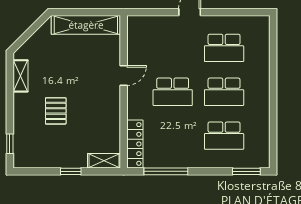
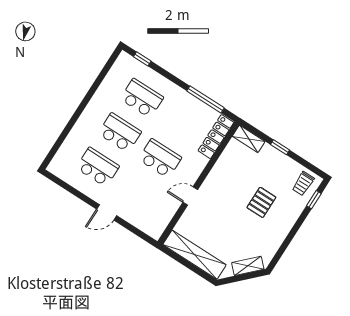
shelving: (20, 76) -> (248, 266), moved, turned 45
trolley: (29, 152) -> (303, 184), added
window: (246, 171) -> (142, 59), width x0.67

